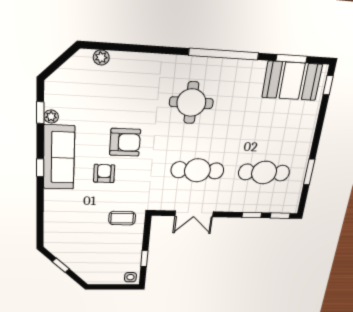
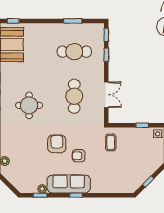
cafe table: (264, 173) -> (74, 52), turned 90

